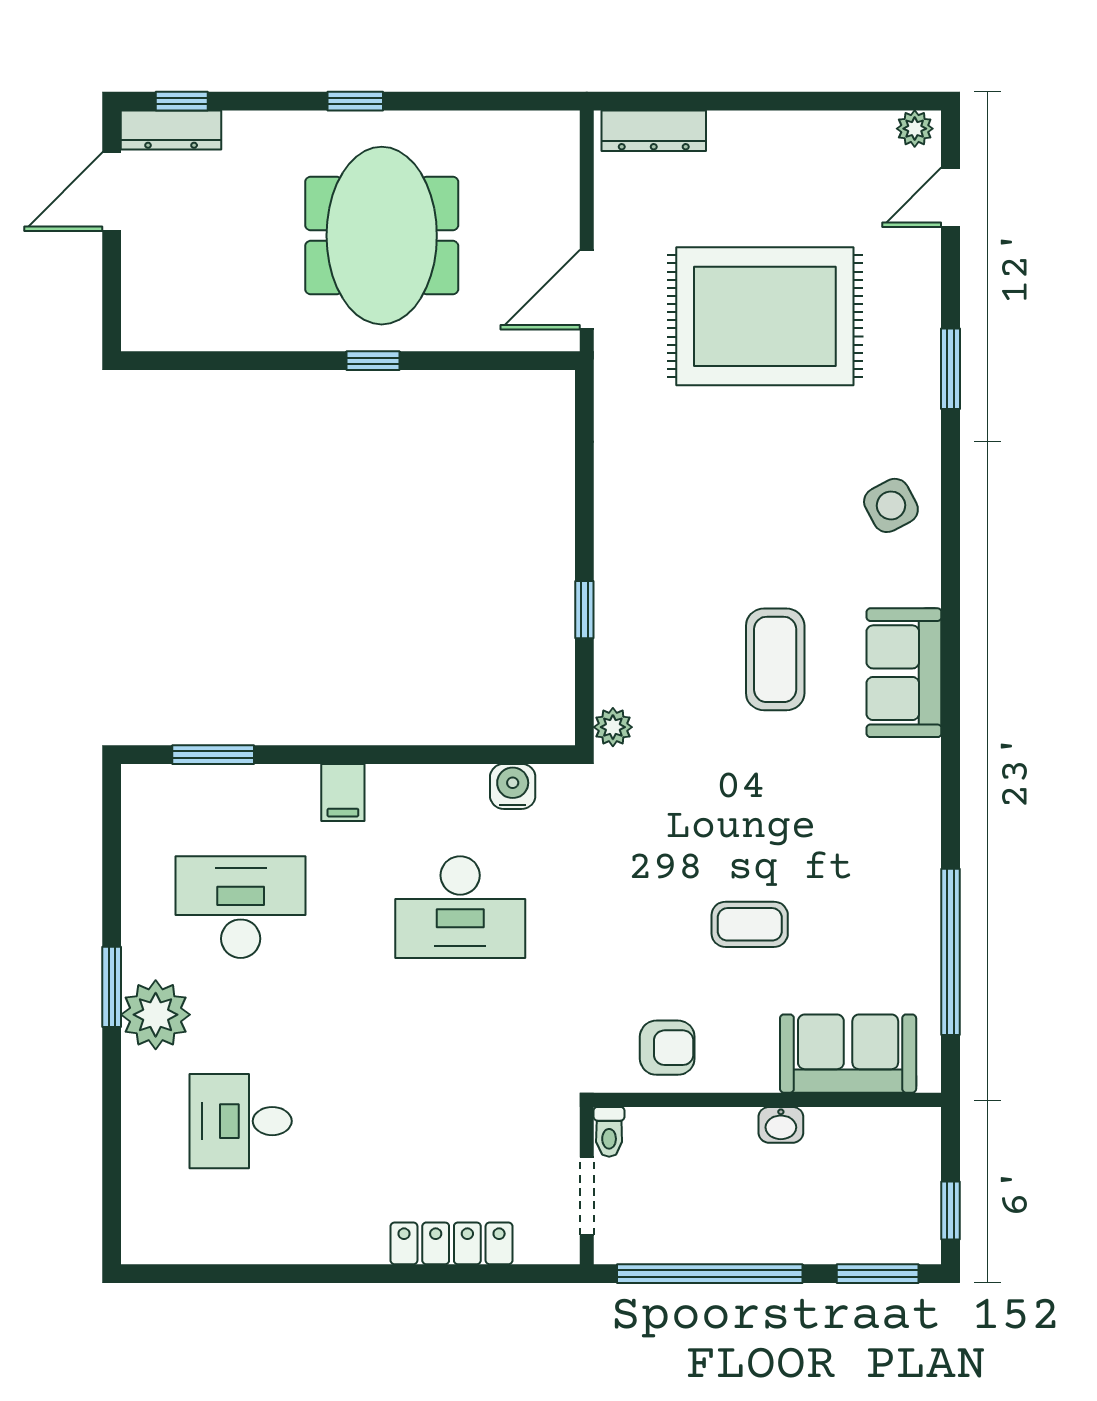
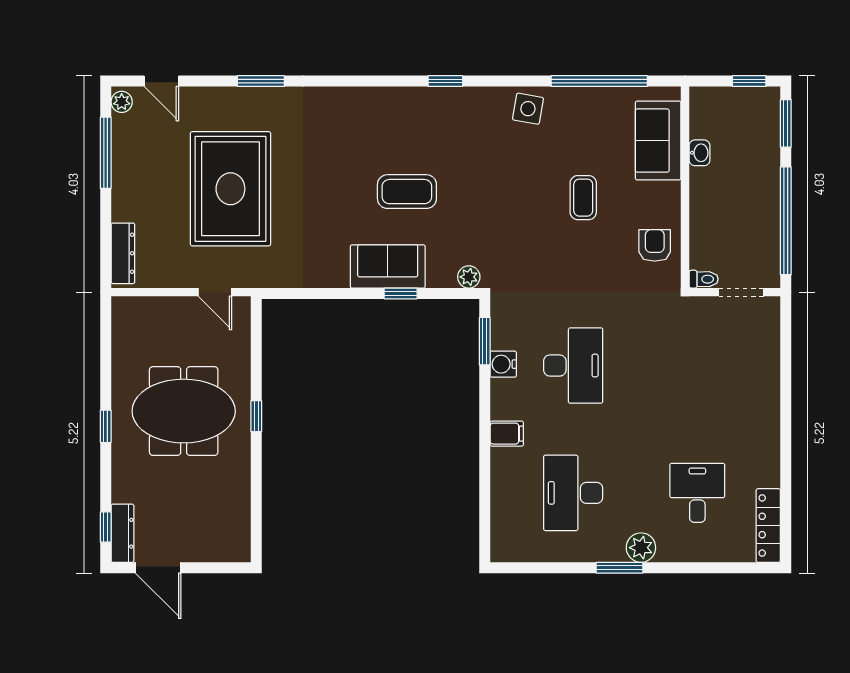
window: (827, 101) -> (106, 153), added
door: (587, 290) -> (215, 292), width x0.73
side table: (891, 505) -> (528, 109), moved, turned 38
coffee table: (775, 659) -> (407, 192), moved
sofa: (904, 673) -> (388, 266), moved, turned 180
window: (951, 687) -> (445, 81), added
window: (213, 755) -> (485, 341), moved
water cooler: (513, 786) -> (503, 364), moved
plant: (156, 1015) -> (641, 548), width x0.73, depth x0.73
desk: (241, 1121) -> (697, 493), turned 180
washbasin: (781, 1125) -> (699, 153), moved
locker: (452, 1243) -> (768, 526), moved

